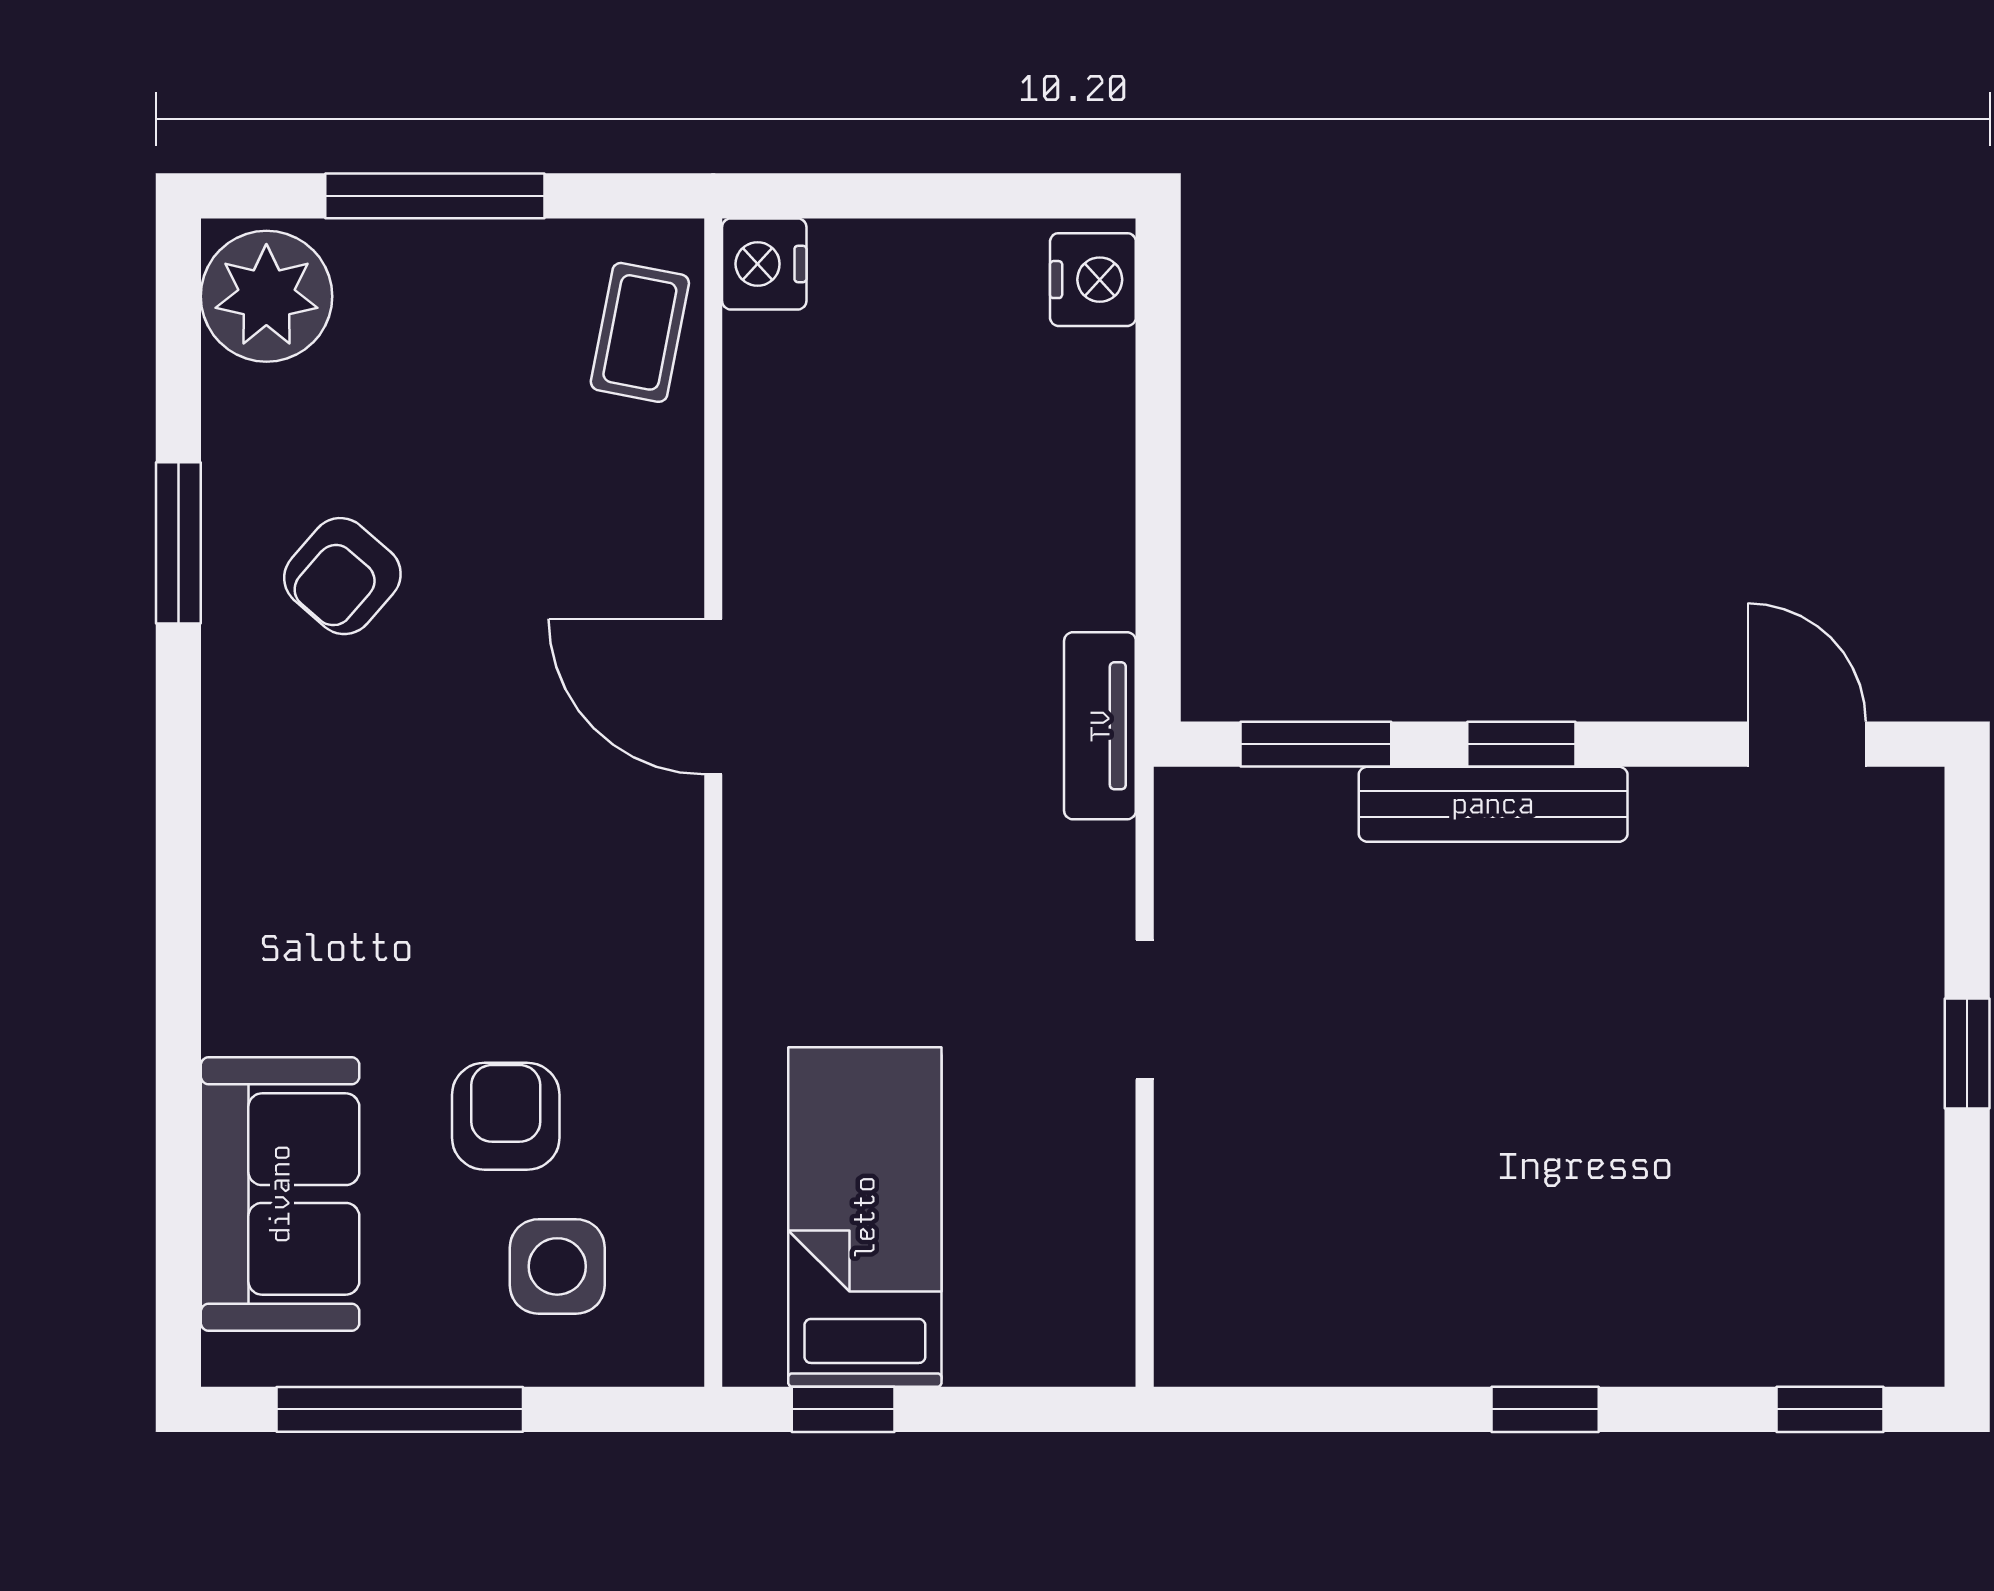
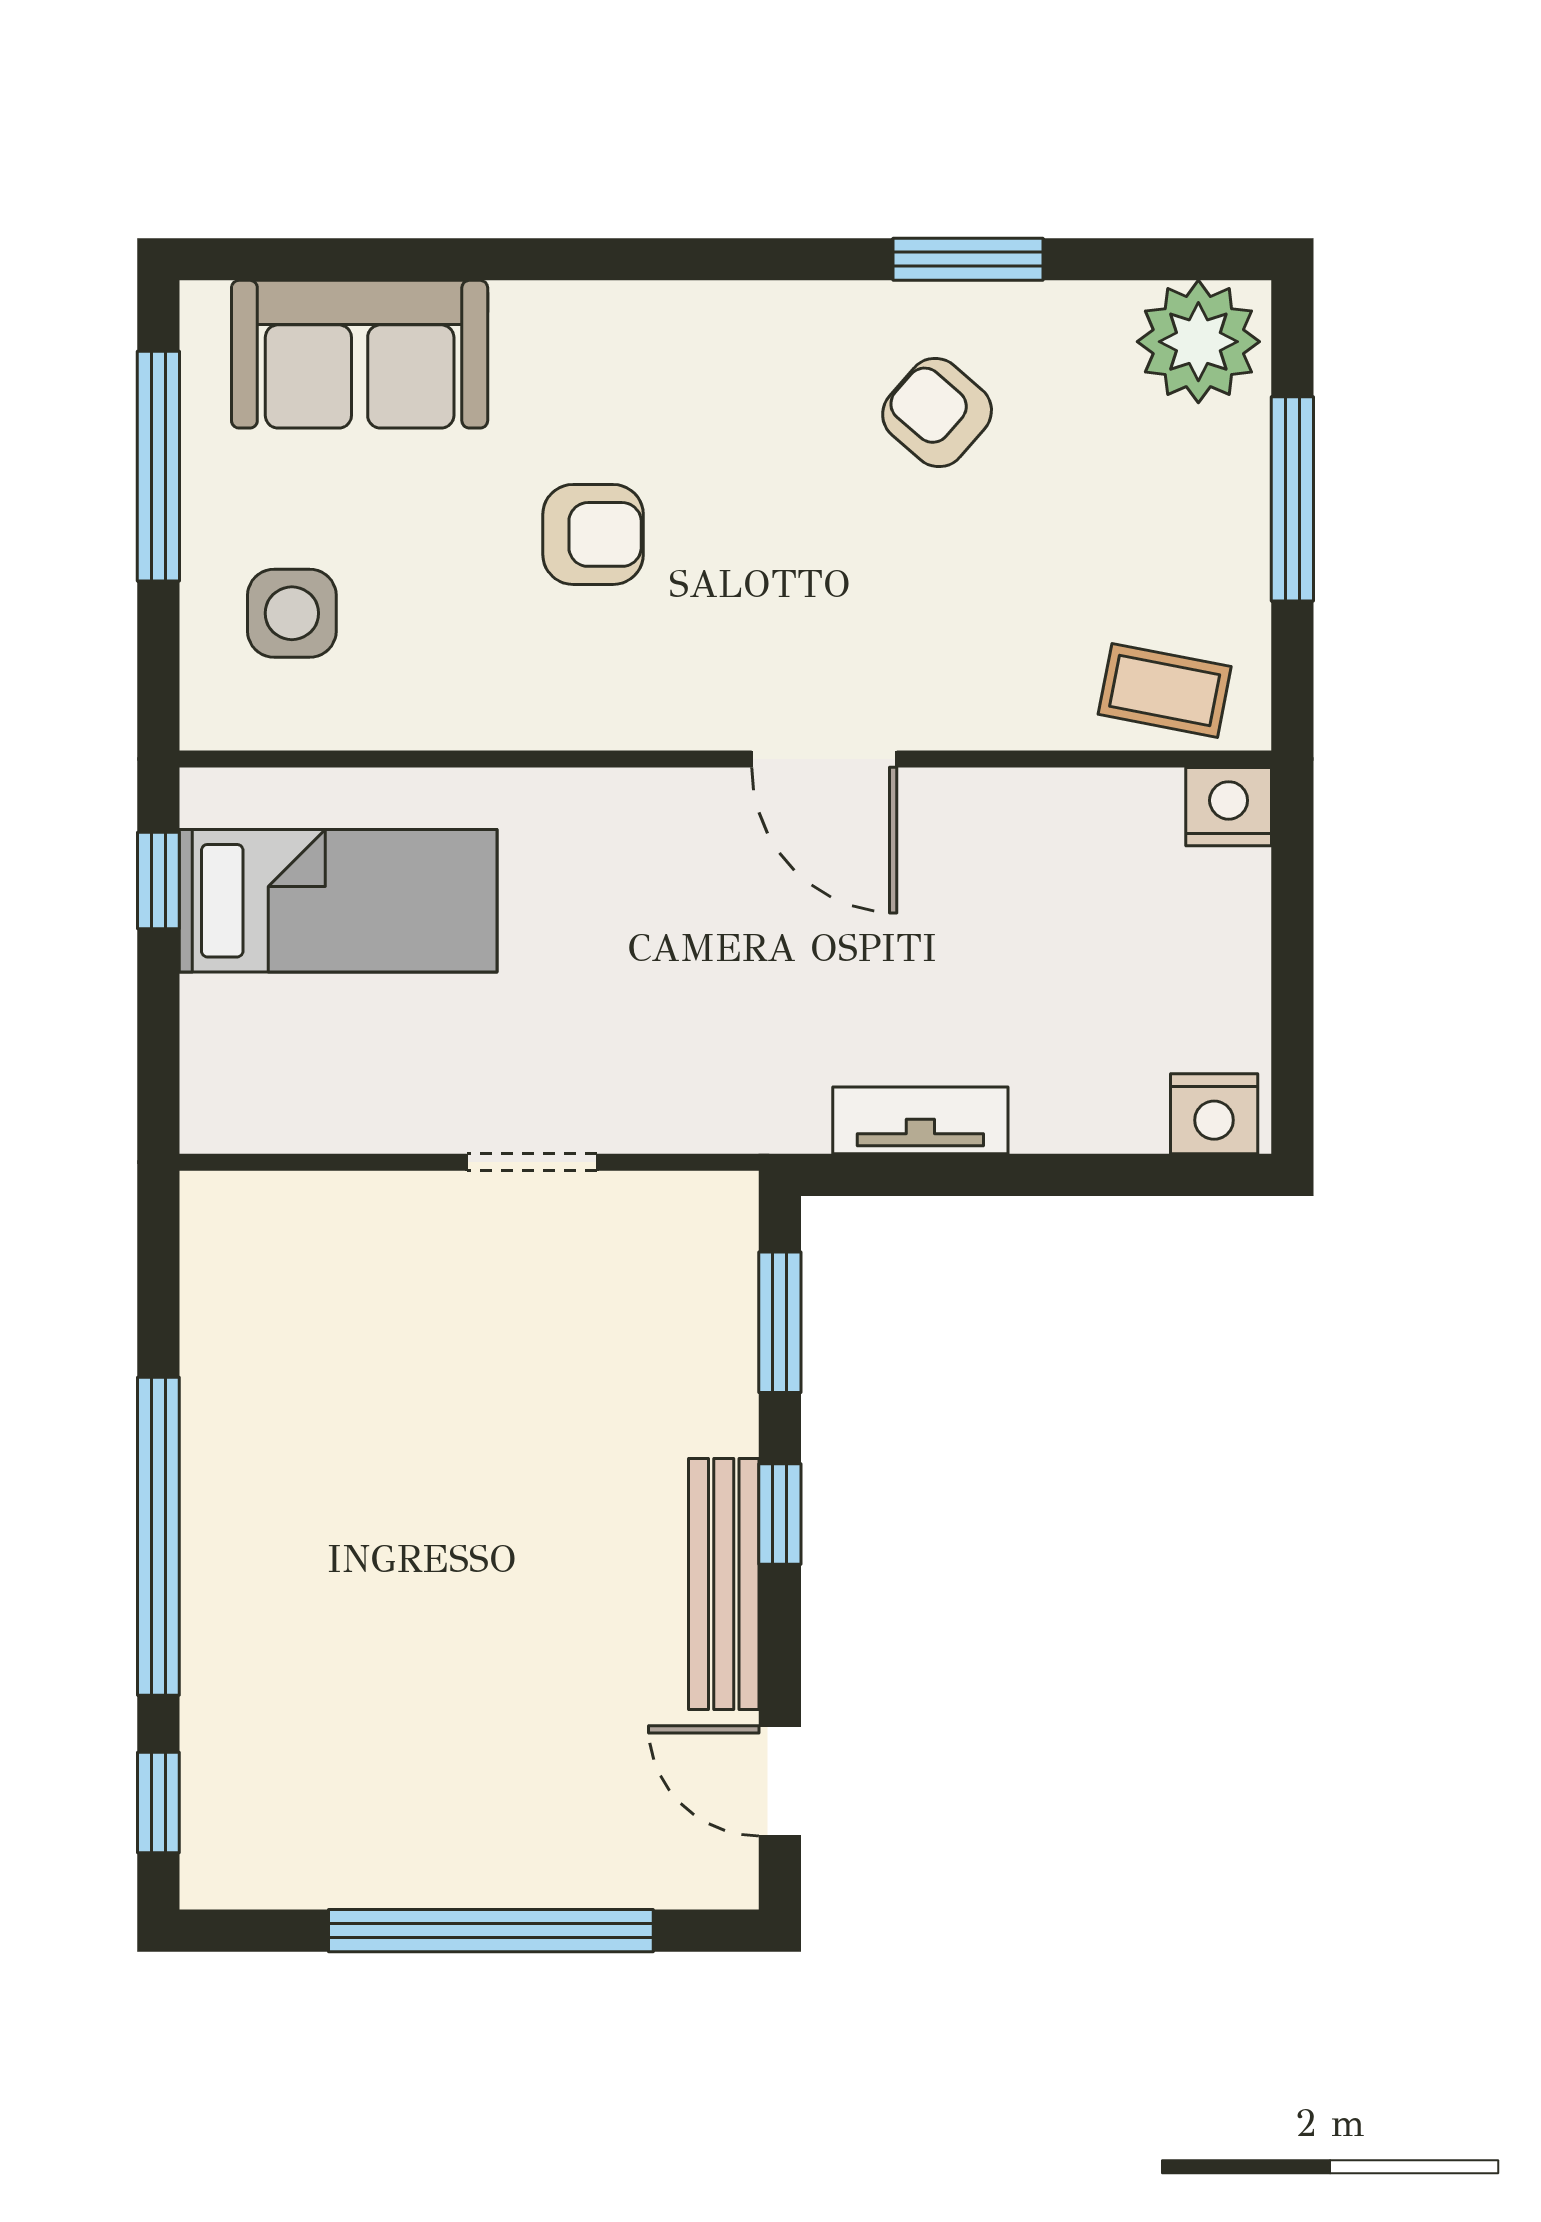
door: (713, 697) -> (824, 759), swing flipped
tv unit: (1100, 726) -> (920, 1120), moved
door: (1807, 744) -> (780, 1781), swing flipped
bench: (1493, 804) -> (724, 1584), moved
window: (1967, 1053) -> (491, 1931), width x3.17
armchair: (506, 1116) -> (593, 534), moved
window: (1545, 1409) -> (158, 1536), width x3.17

